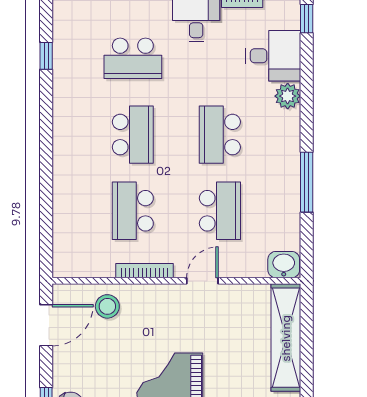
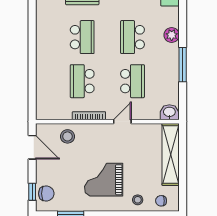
plant: (288, 96) -> (172, 35), moved
door: (46, 325) -> (32, 147), hinge flipped

